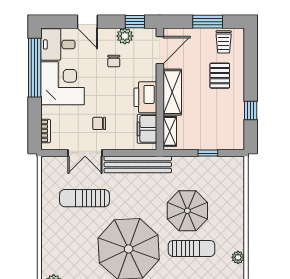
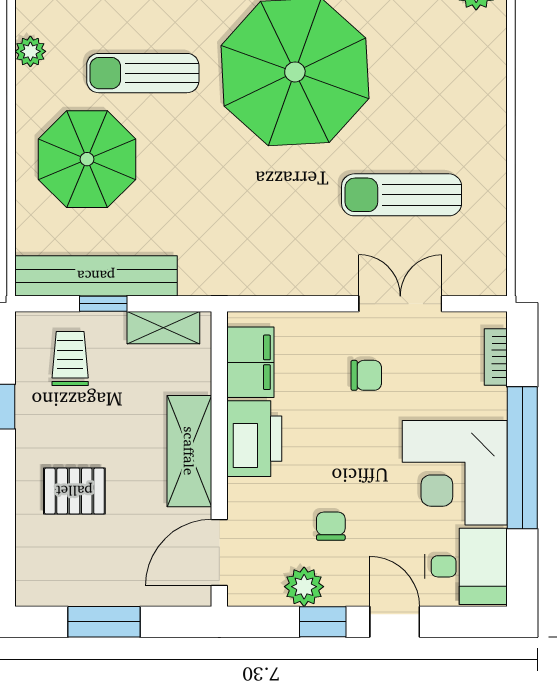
window: (135, 22) -> (323, 622), moved
trolley: (224, 42) -> (70, 359), moved
window: (35, 68) -> (522, 458), moved
pallet: (220, 76) -> (74, 491), turned 90
shelving: (170, 131) -> (163, 328), moved, turned 90
bench: (138, 165) -> (96, 276), moved
sun lounger: (85, 198) -> (402, 195), turned 180
parasol: (187, 211) -> (87, 159), moved

